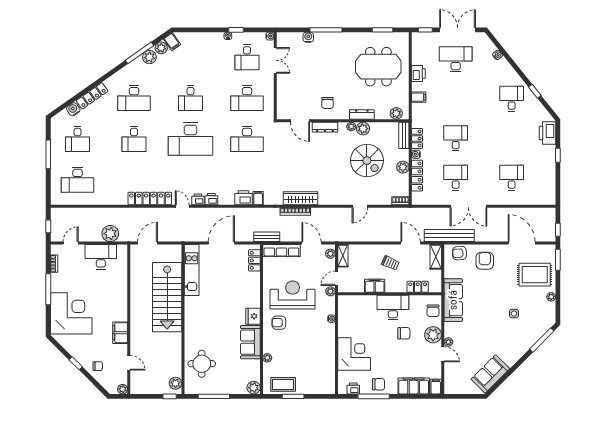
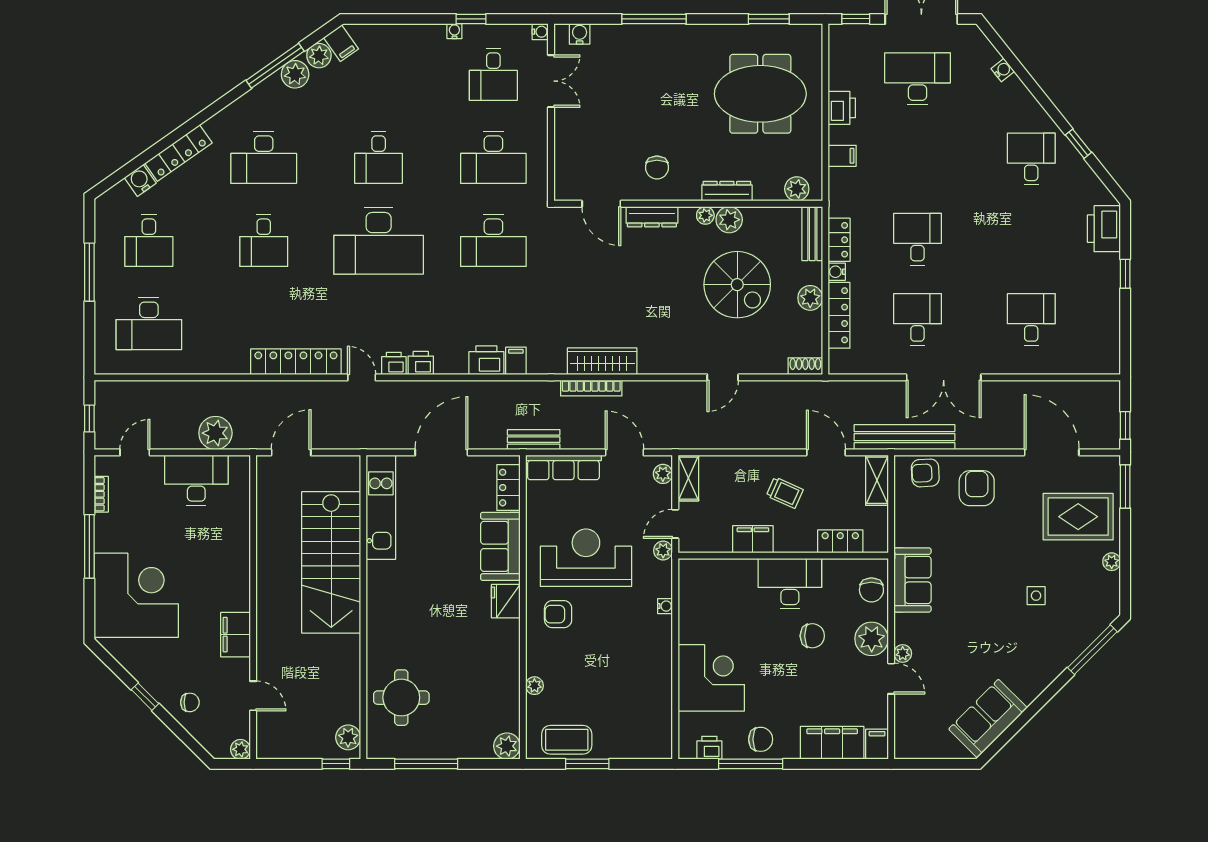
water cooler: (308, 37) -> (580, 34), moved
sofa: (453, 300) -> (912, 580), width x0.73
sofa: (250, 342) -> (500, 546), moved

